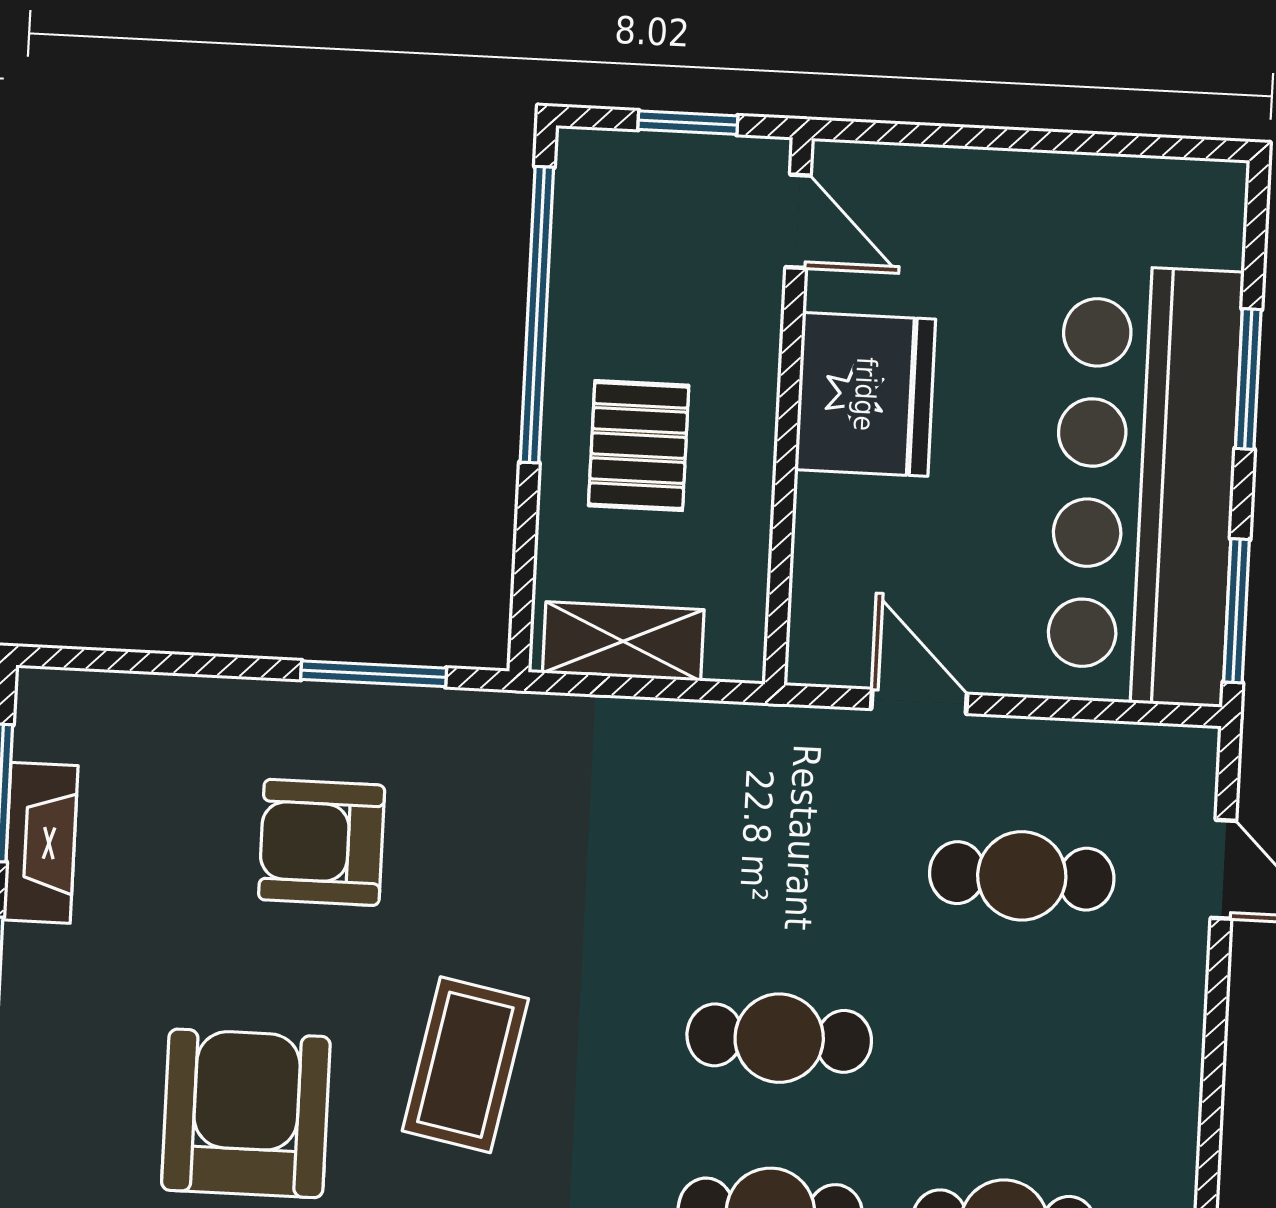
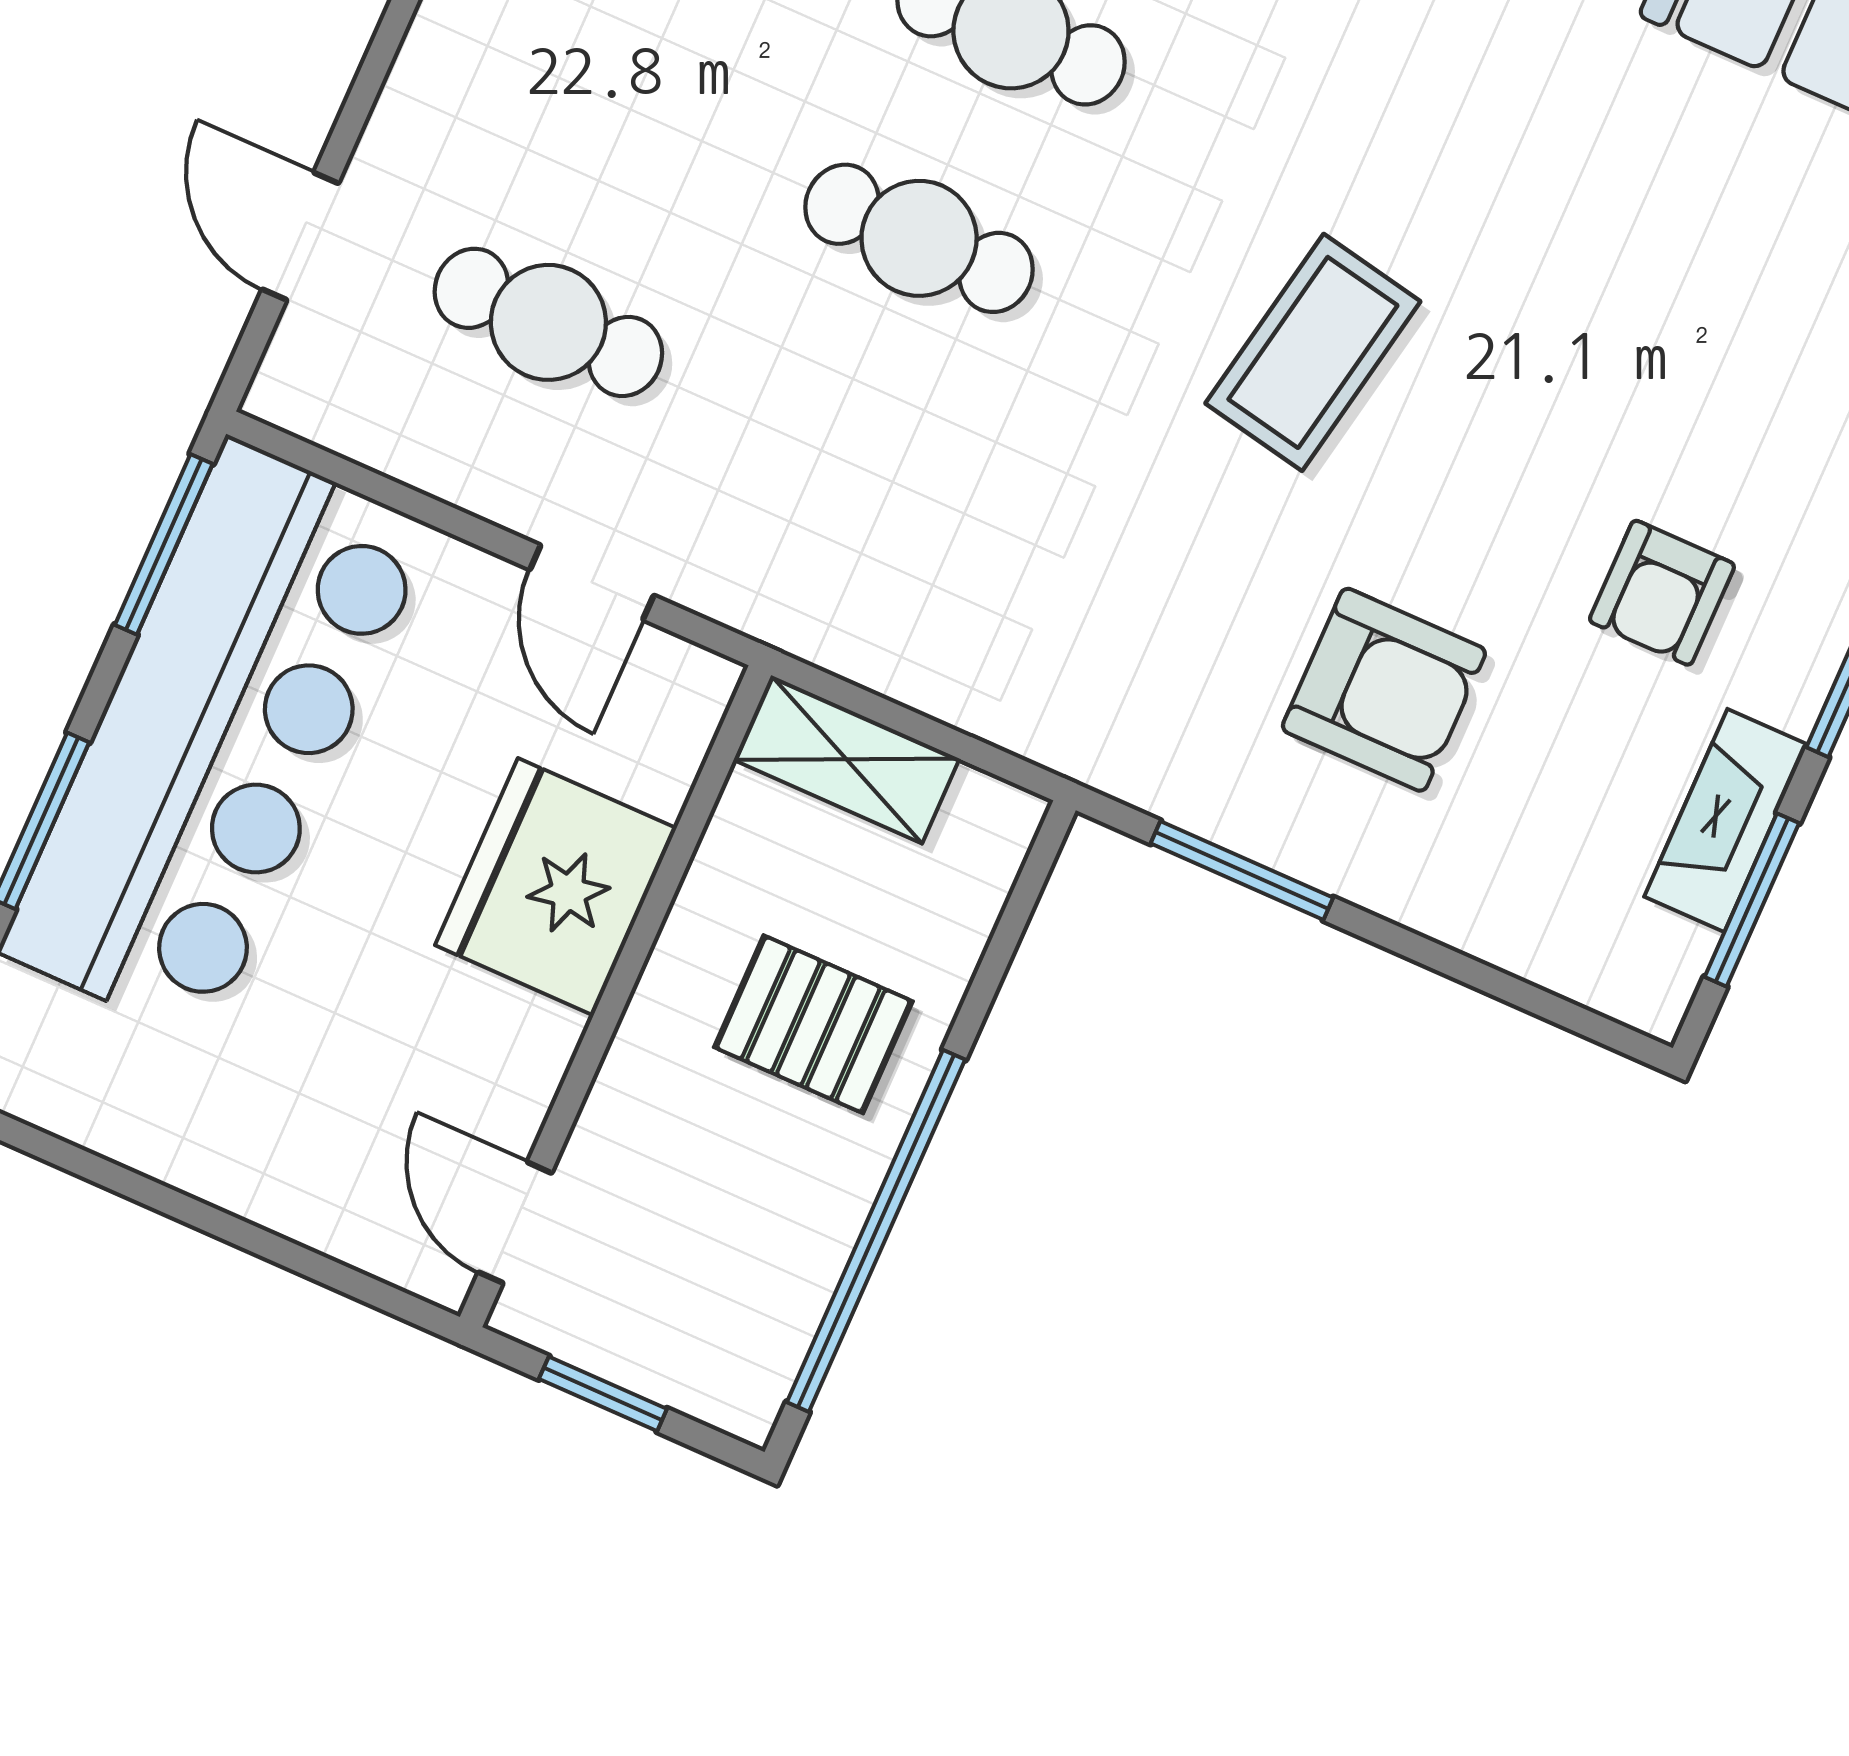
fridge: (865, 394) -> (556, 887), moved
pallet: (639, 446) -> (813, 1024), turned 90
shelving: (623, 641) -> (846, 759), moved
armchair: (246, 1113) -> (1662, 593), moved, width x0.53, depth x0.53

